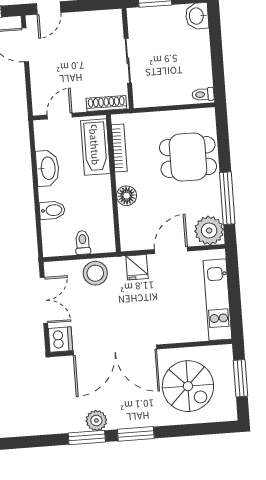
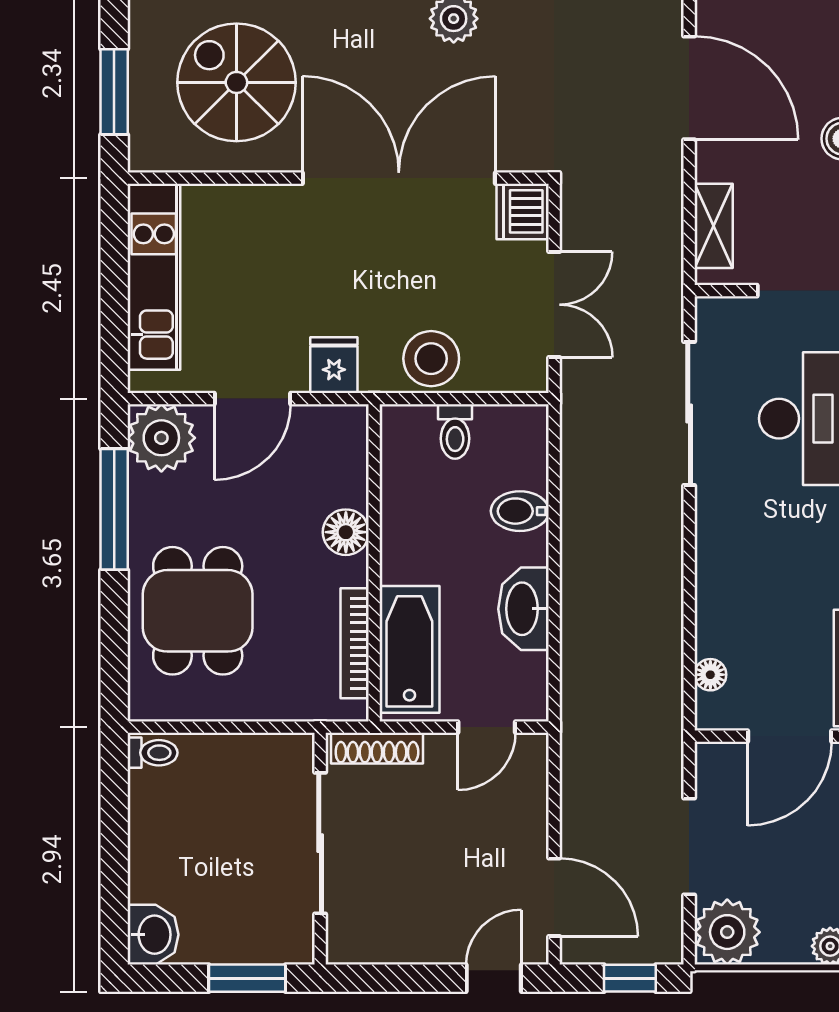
sliding door: (128, 61) -> (320, 843), width x1.37
dining table: (188, 157) -> (198, 611), turned 90
double door: (44, 300) -> (554, 305), swing flipped

